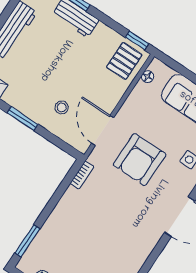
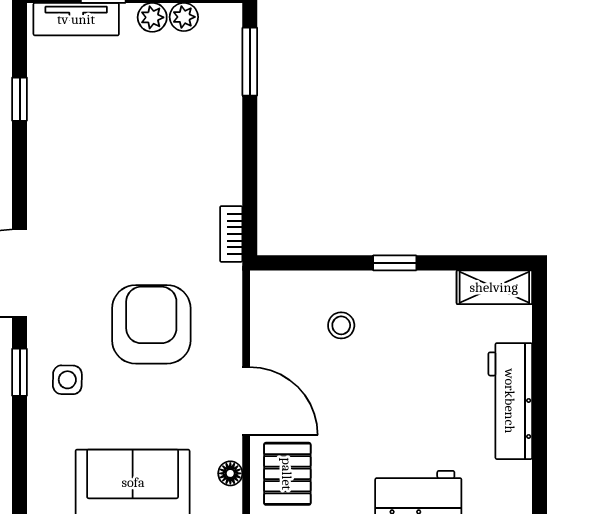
window: (23, 119) -> (395, 263), width x0.67
door: (103, 130) -> (246, 401), moved

